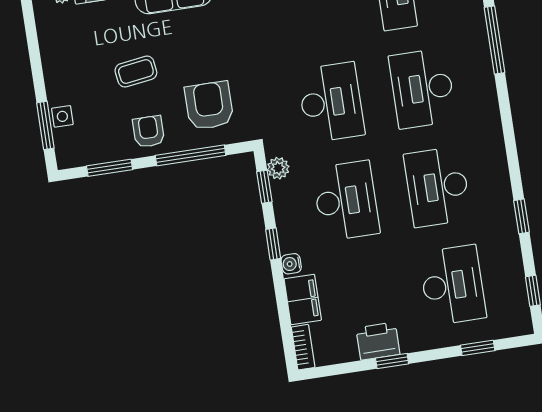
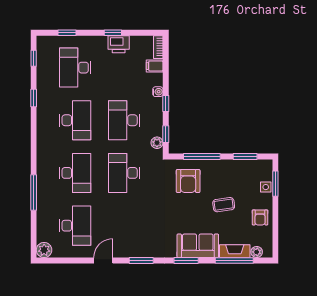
armchair: (149, 132) -> (260, 217), moved
filing cabinet: (303, 299) -> (155, 66), width x0.50

